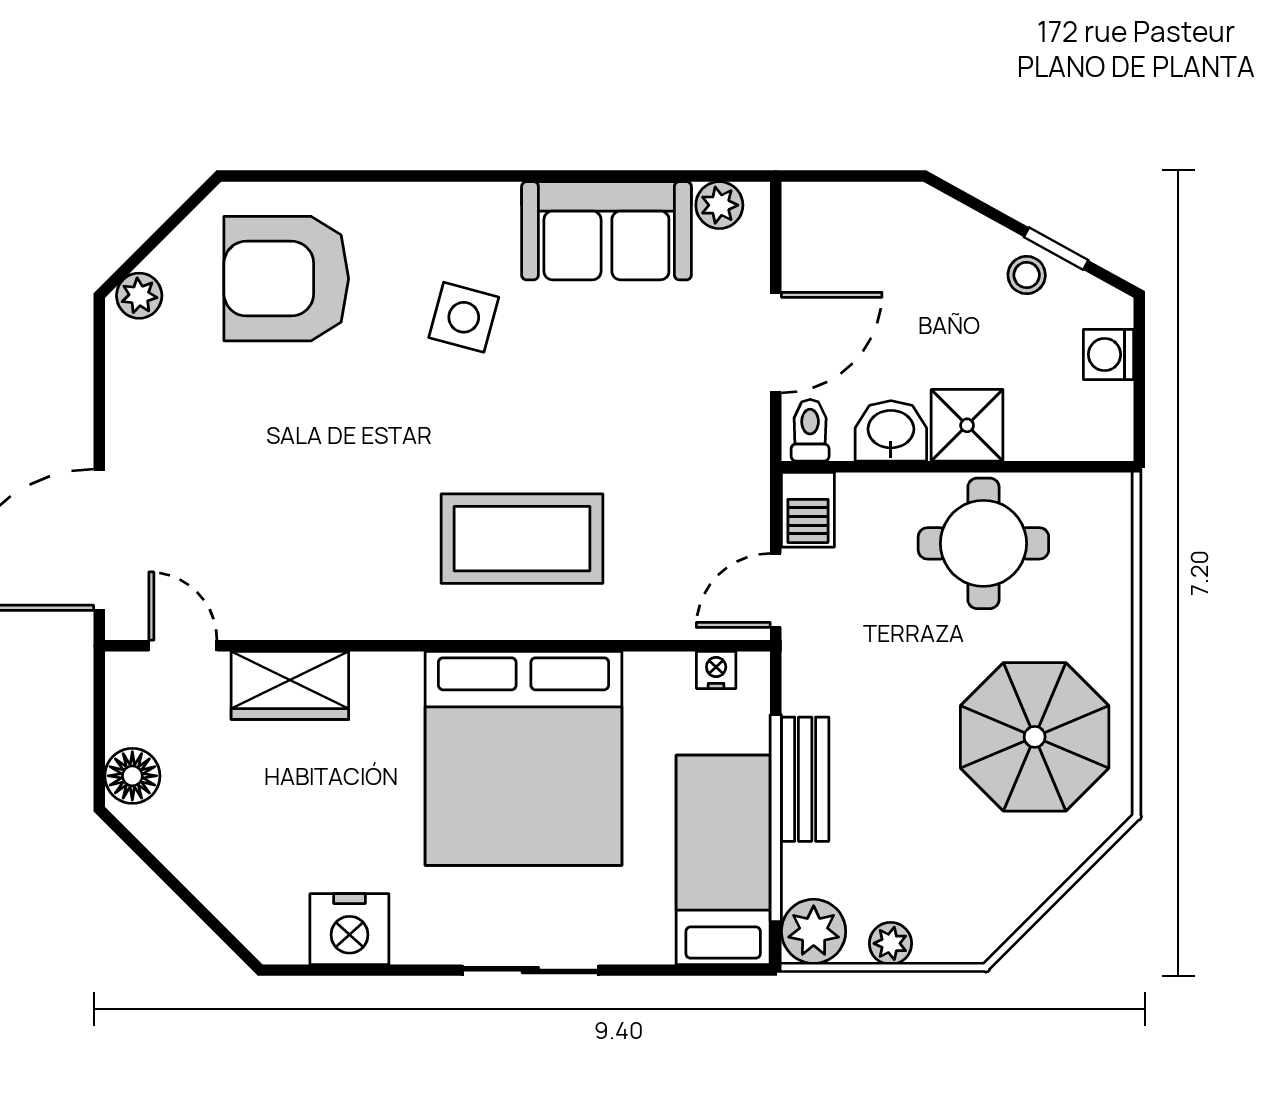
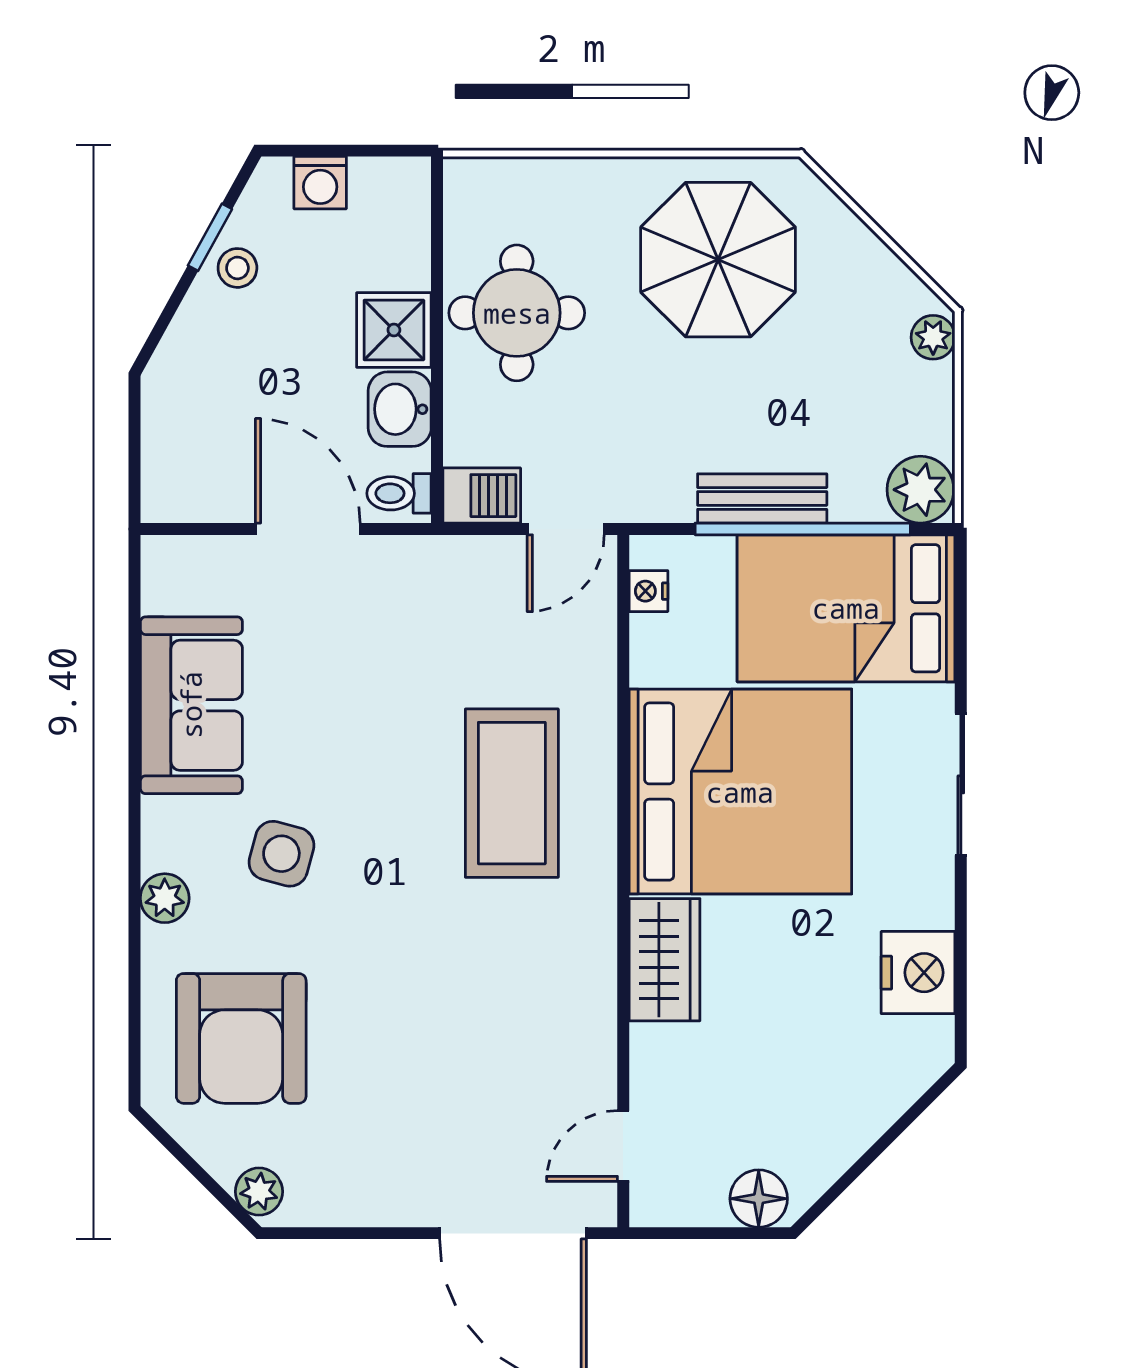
plant: (719, 205) -> (165, 898), moved
door: (776, 590) -> (566, 529), hinge flipped
wardrobe: (290, 685) -> (665, 960), moved
bed: (723, 860) -> (846, 608), width x1.50
plant: (891, 943) -> (933, 337), moved

